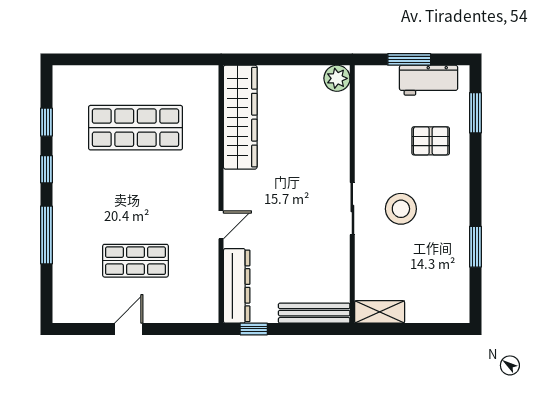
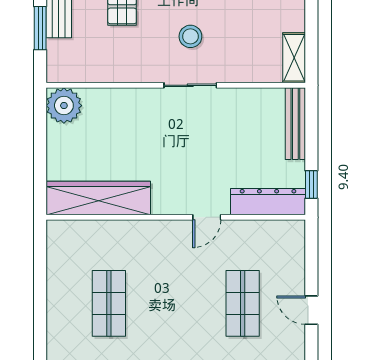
plant: (337, 78) -> (64, 106), width x1.36, depth x1.36
shop shelf: (135, 128) -> (109, 303), width x0.70, depth x0.74
stool: (401, 209) -> (190, 36), width x0.73, depth x0.73
door: (221, 225) -> (207, 217), swing flipped

